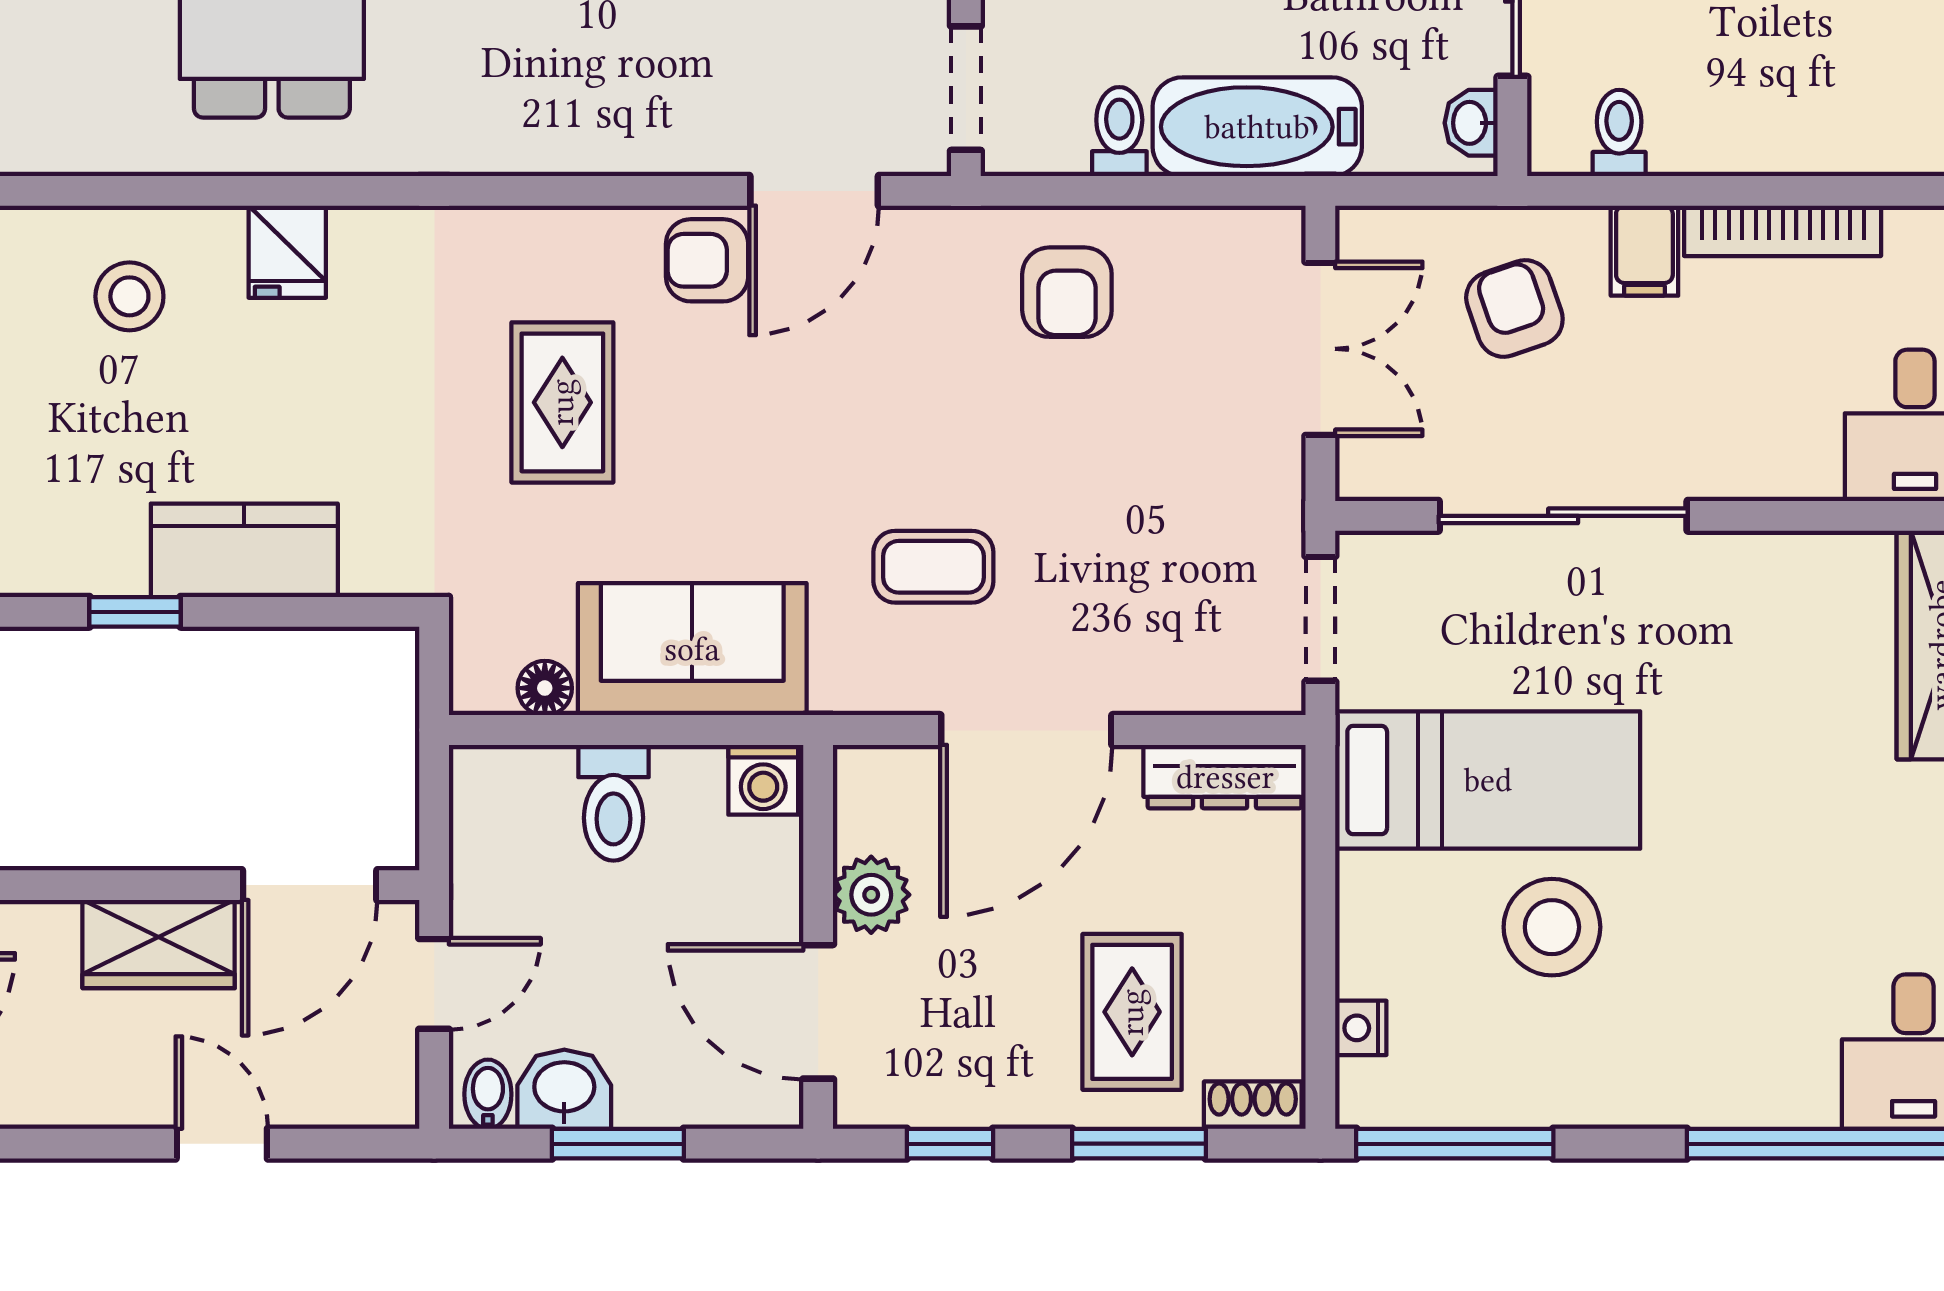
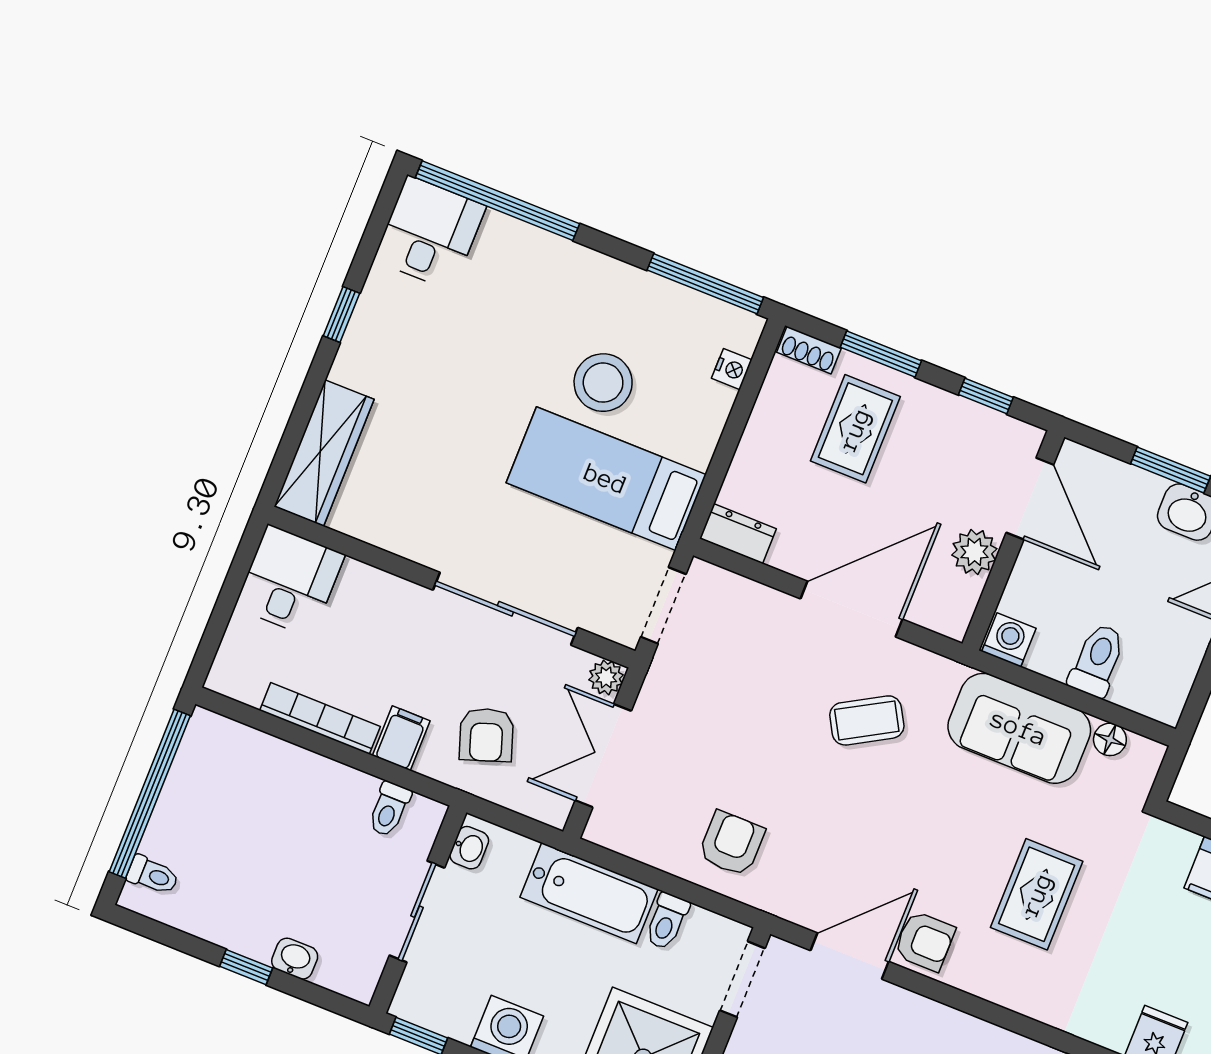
plant: (1364, 472) -> (606, 677), added
coffee table: (933, 567) -> (867, 720), turned -30
dresser: (1225, 777) -> (738, 534), width x0.70

